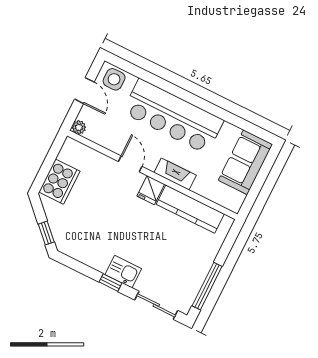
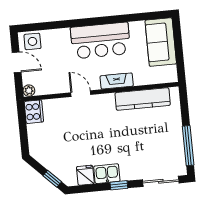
bar counter: (173, 116) -> (100, 41), width x0.73
cooker: (59, 182) -> (34, 112), moved, width x0.73, depth x0.76
fridge: (151, 190) -> (85, 175), moved, turned 180
kitchen sink: (123, 272) -> (107, 174), moved

